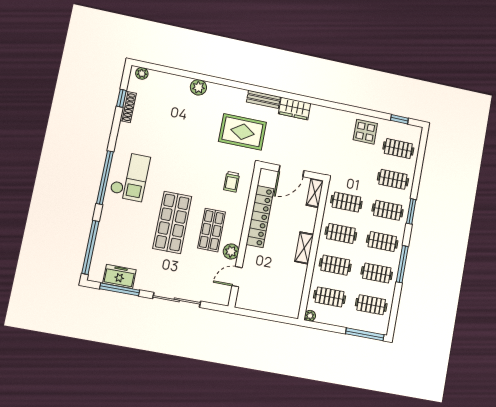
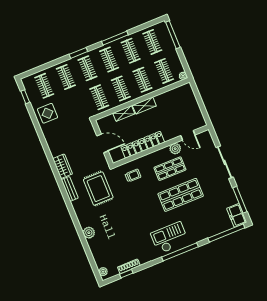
shelving: (315, 193) -> (124, 114), moved
freezer: (120, 276) -> (237, 215), moved

